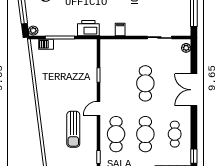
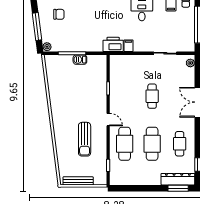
printer: (88, 28) -> (113, 44), moved
barbecue: (46, 44) -> (80, 60), moved
cafe table: (145, 83) -> (152, 96), width x0.73, depth x0.74
door: (98, 108) -> (108, 120), swing flipped

